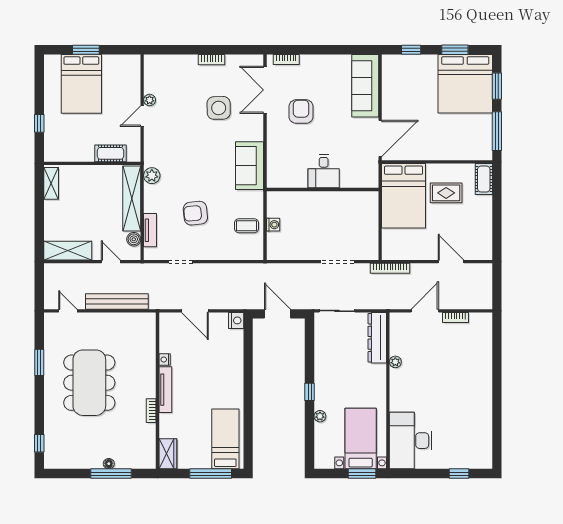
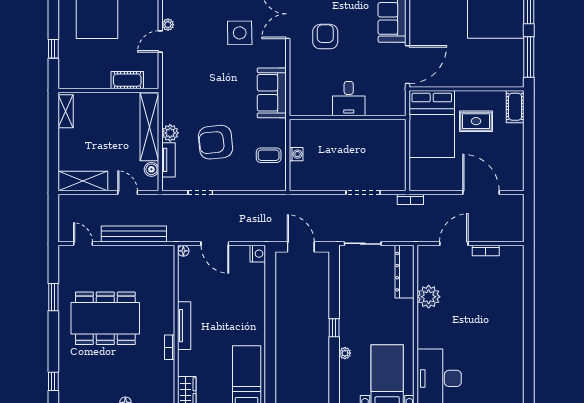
plant: (152, 176) -> (170, 133), moved
armchair: (195, 213) -> (216, 142), width x1.36, depth x1.36
door: (451, 262) -> (481, 193), width x1.36
bookcase: (390, 268) -> (410, 199), width x0.64
floor lamp: (164, 318) -> (183, 251), added
nightstand: (165, 360) -> (183, 294), removed
plant: (395, 362) -> (429, 297), width x1.88, depth x1.88
dining table: (89, 383) -> (105, 318), turned 90

